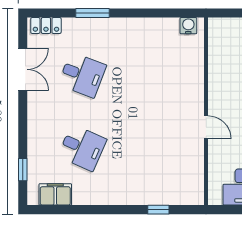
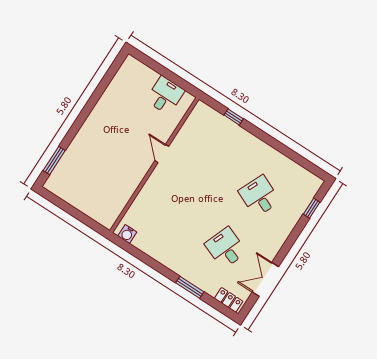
filing cabinet: (55, 194) -> (300, 175), removed

